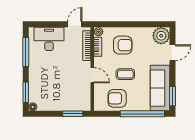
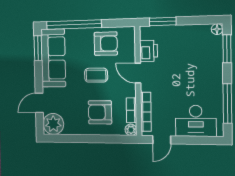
printer: (84, 92) -> (148, 51), added

